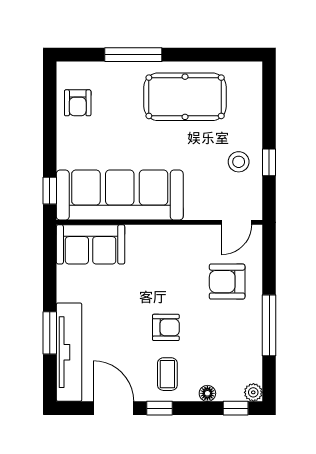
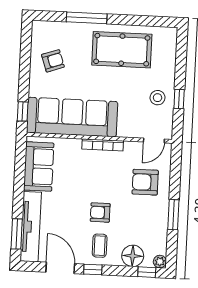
armchair: (78, 103) -> (53, 61), moved, turned -109
bookcase: (165, 232) -> (103, 145), added
sofa: (91, 244) -> (39, 167), moved, turned -90
window: (269, 325) -> (173, 215), width x0.69
armchair: (166, 327) -> (100, 212), turned 180
window: (50, 333) -> (17, 234), moved
floor lamp: (207, 393) -> (133, 256), width x1.89, depth x1.89

